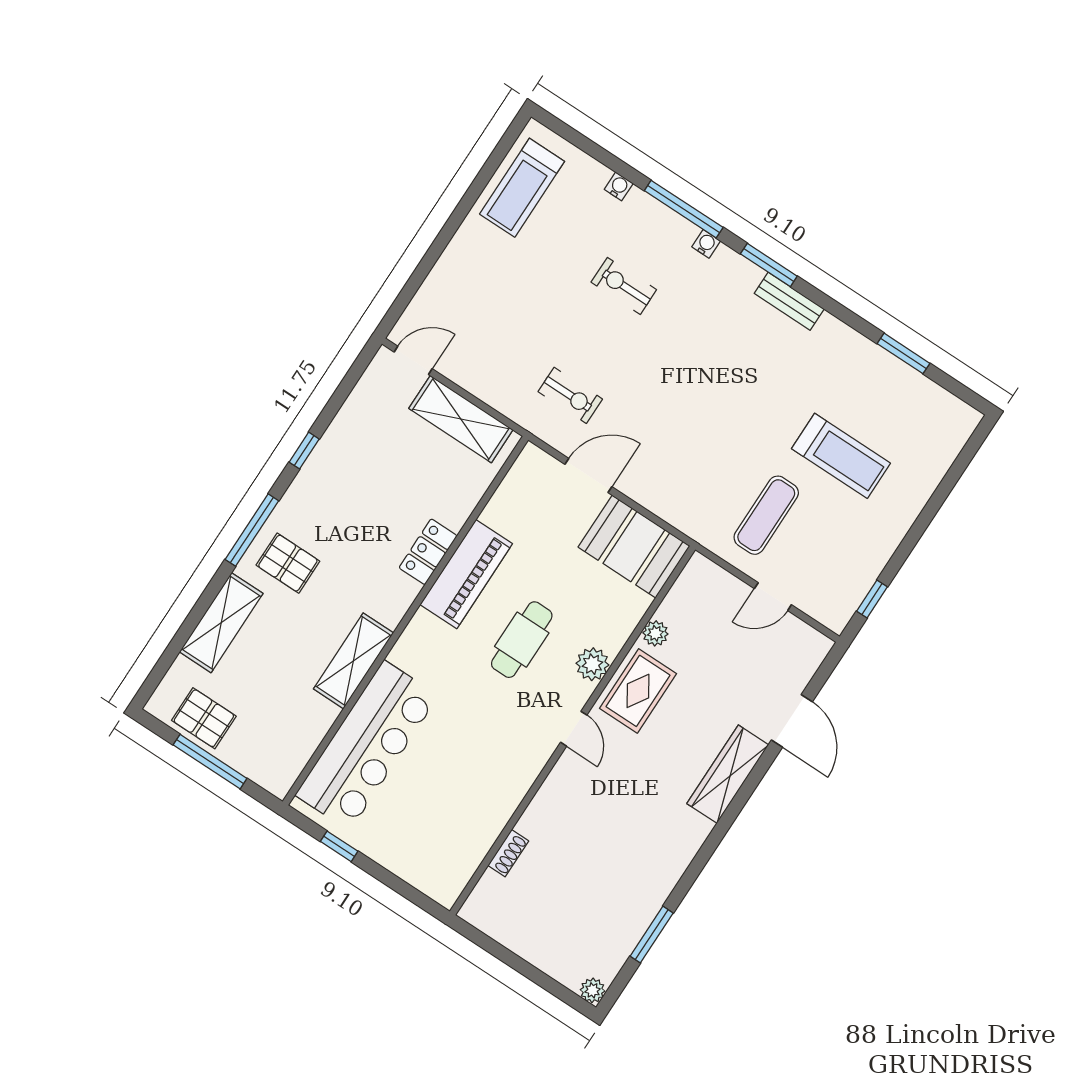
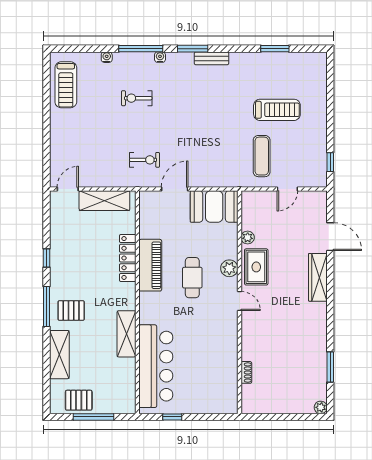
locker: (428, 552) -> (128, 258), width x1.53

